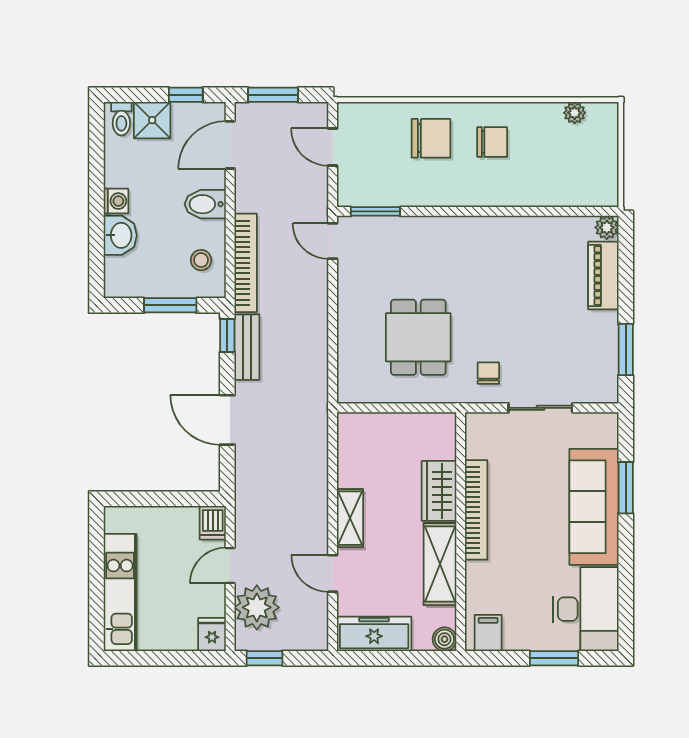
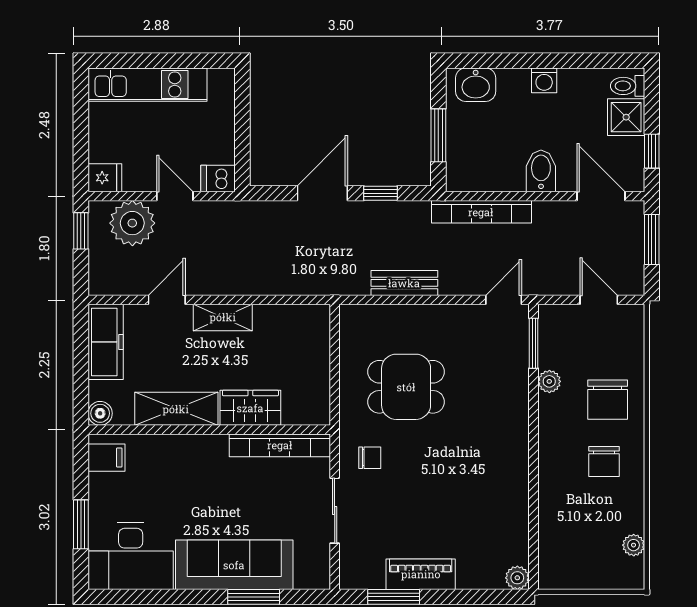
door: (333, 147) -> (599, 300), hinge flipped
plant: (413, 196) -> (549, 381), added
washbasin: (120, 235) -> (476, 85), moved
stool: (201, 260) -> (484, 167), removed
piano: (603, 275) -> (421, 574), moved
window: (227, 335) -> (380, 193), moved
bench: (247, 347) -> (404, 283), moved
bookcase: (476, 510) -> (280, 445), moved

